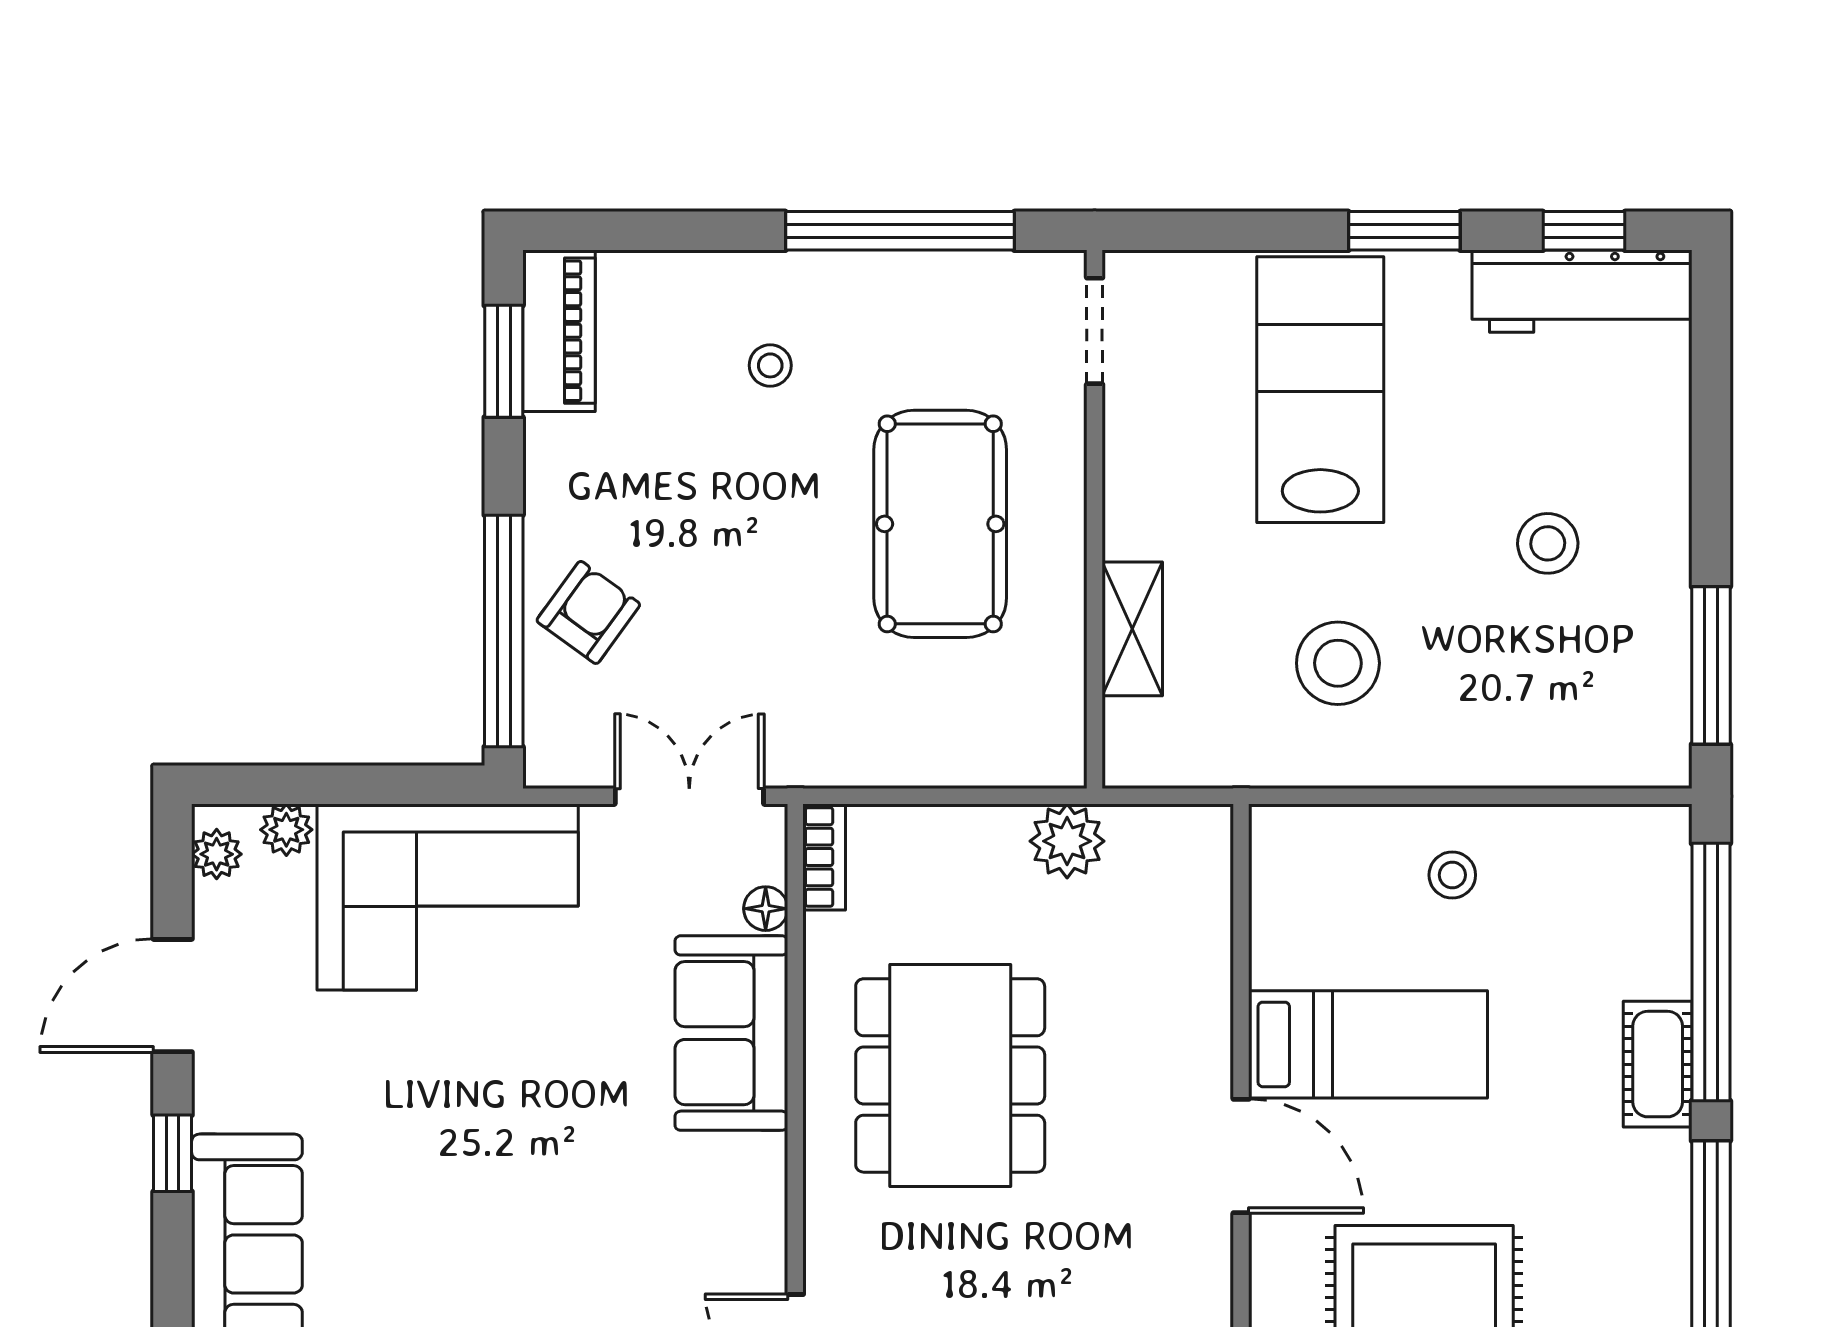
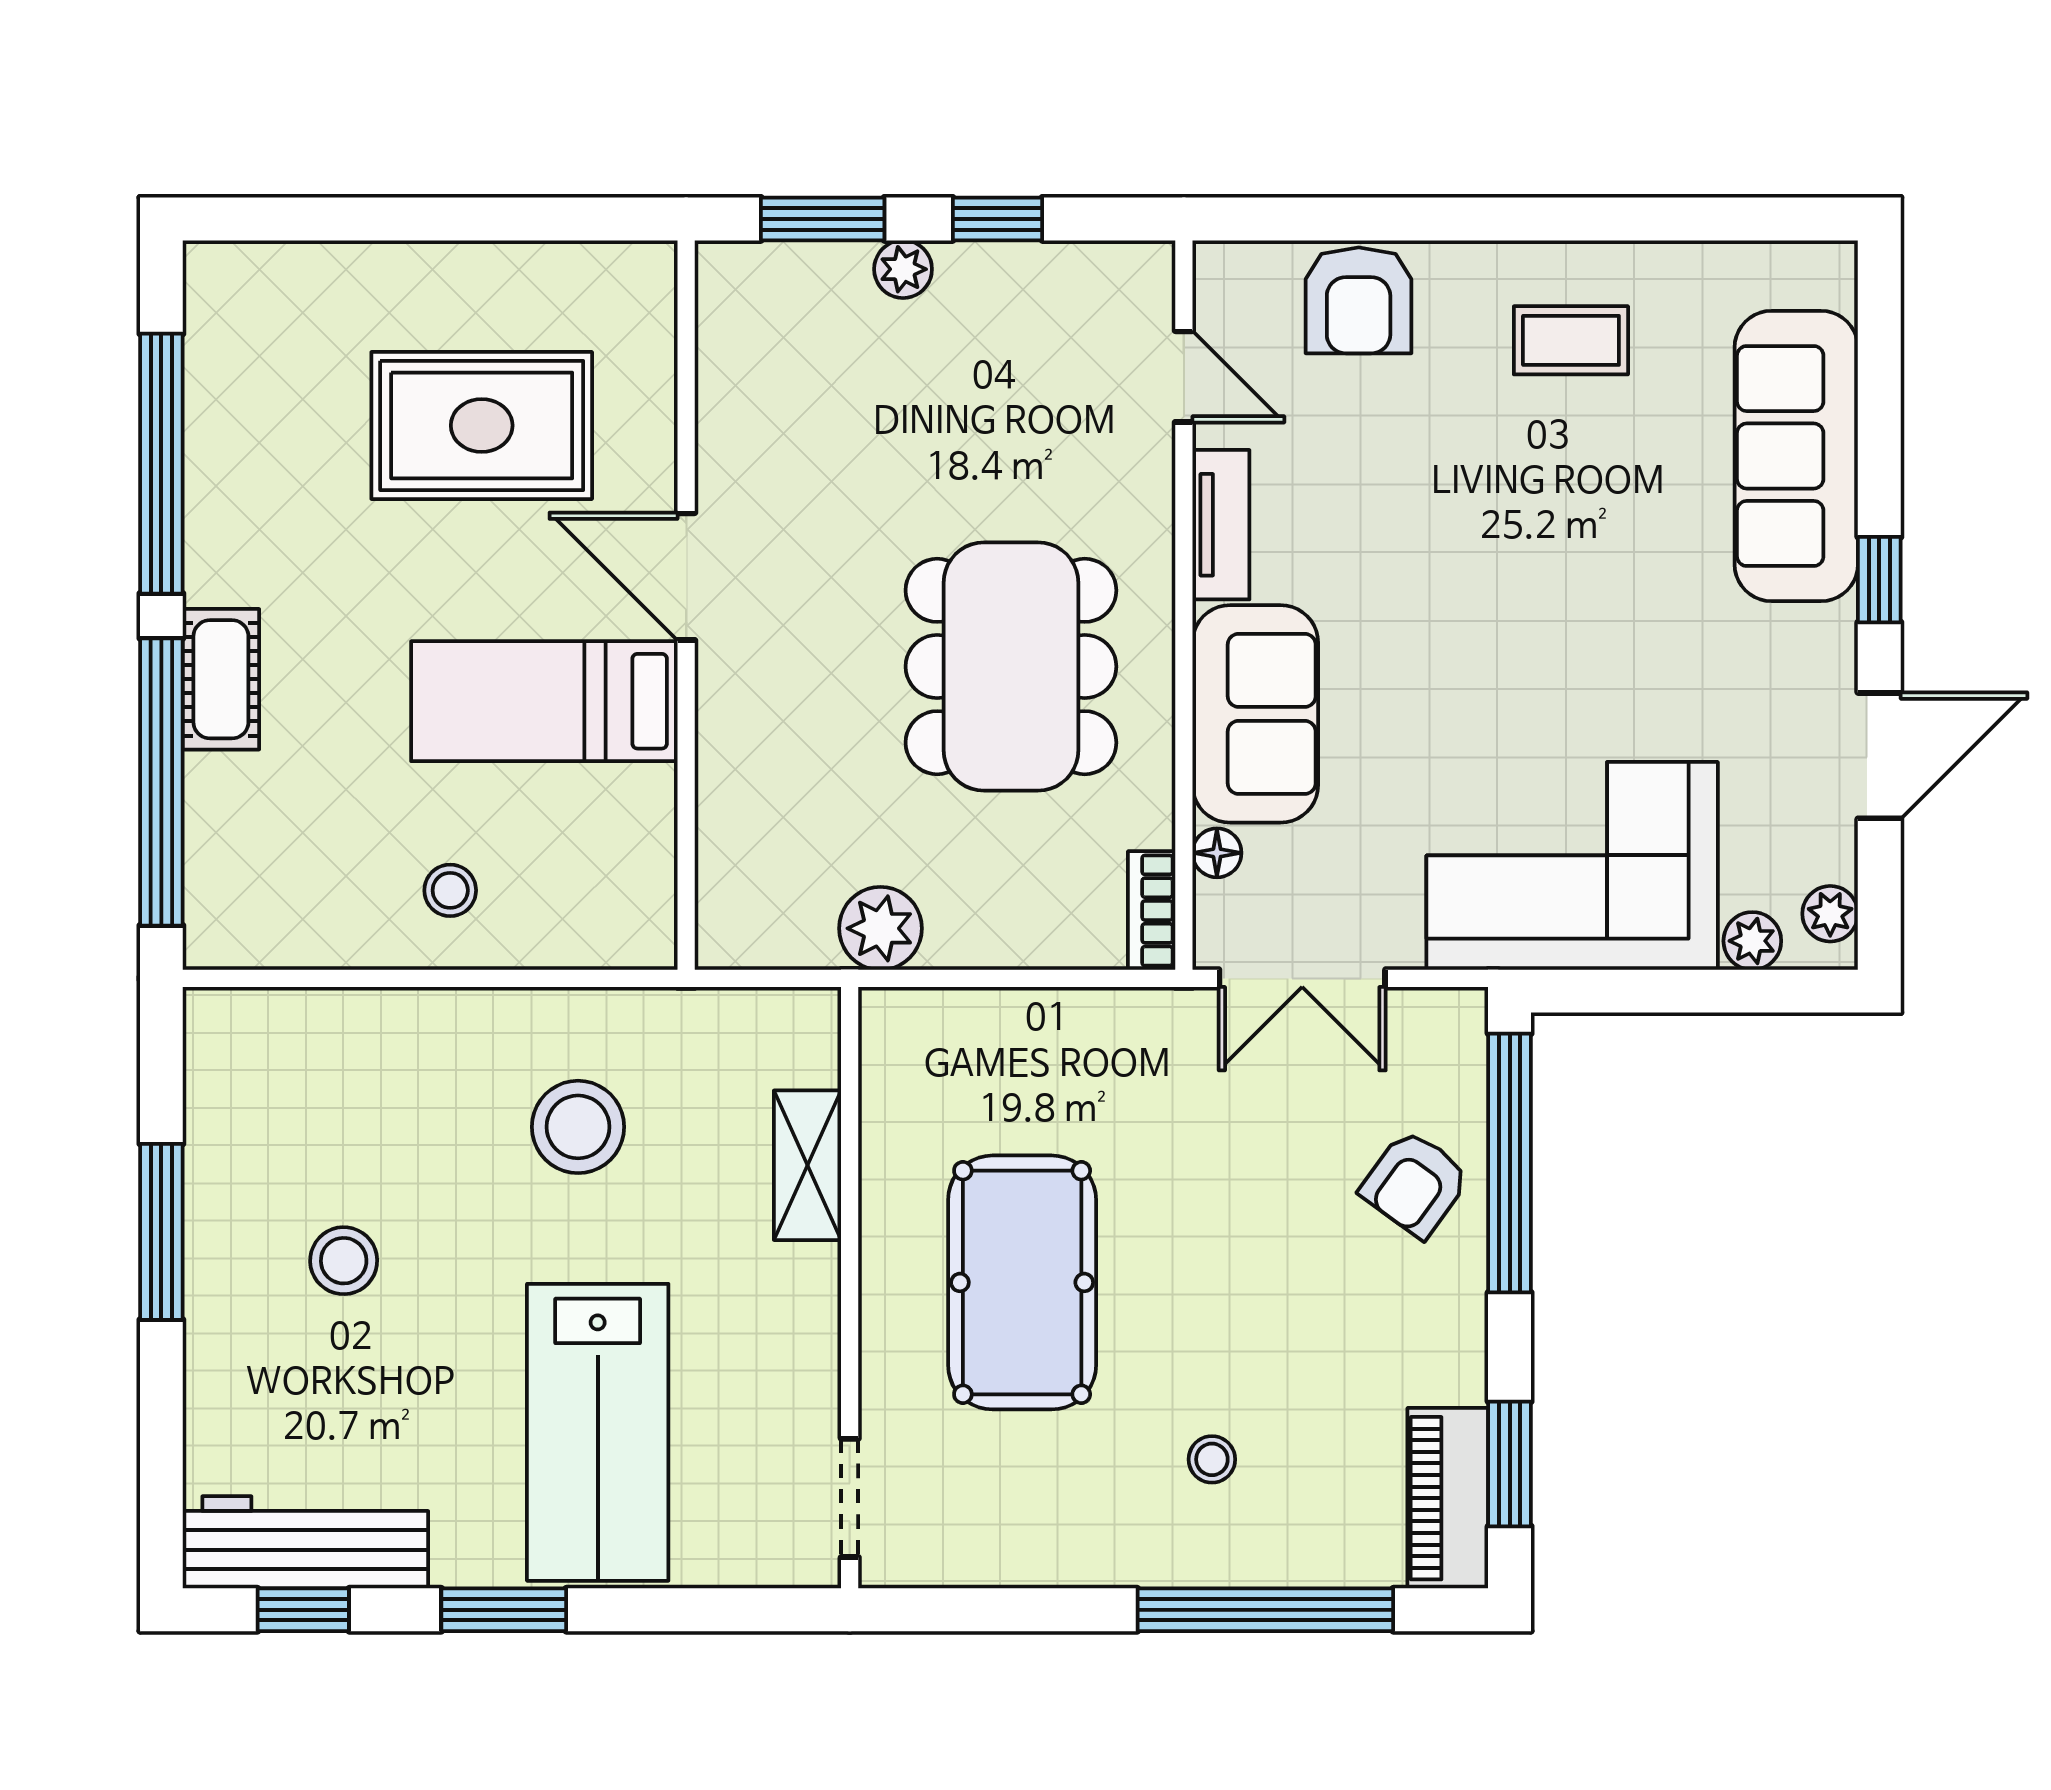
window: (900, 231) -> (1265, 1610), moved
window: (1711, 665) -> (161, 1232), moved
tv unit: (762, 1202) -> (1221, 525), added

